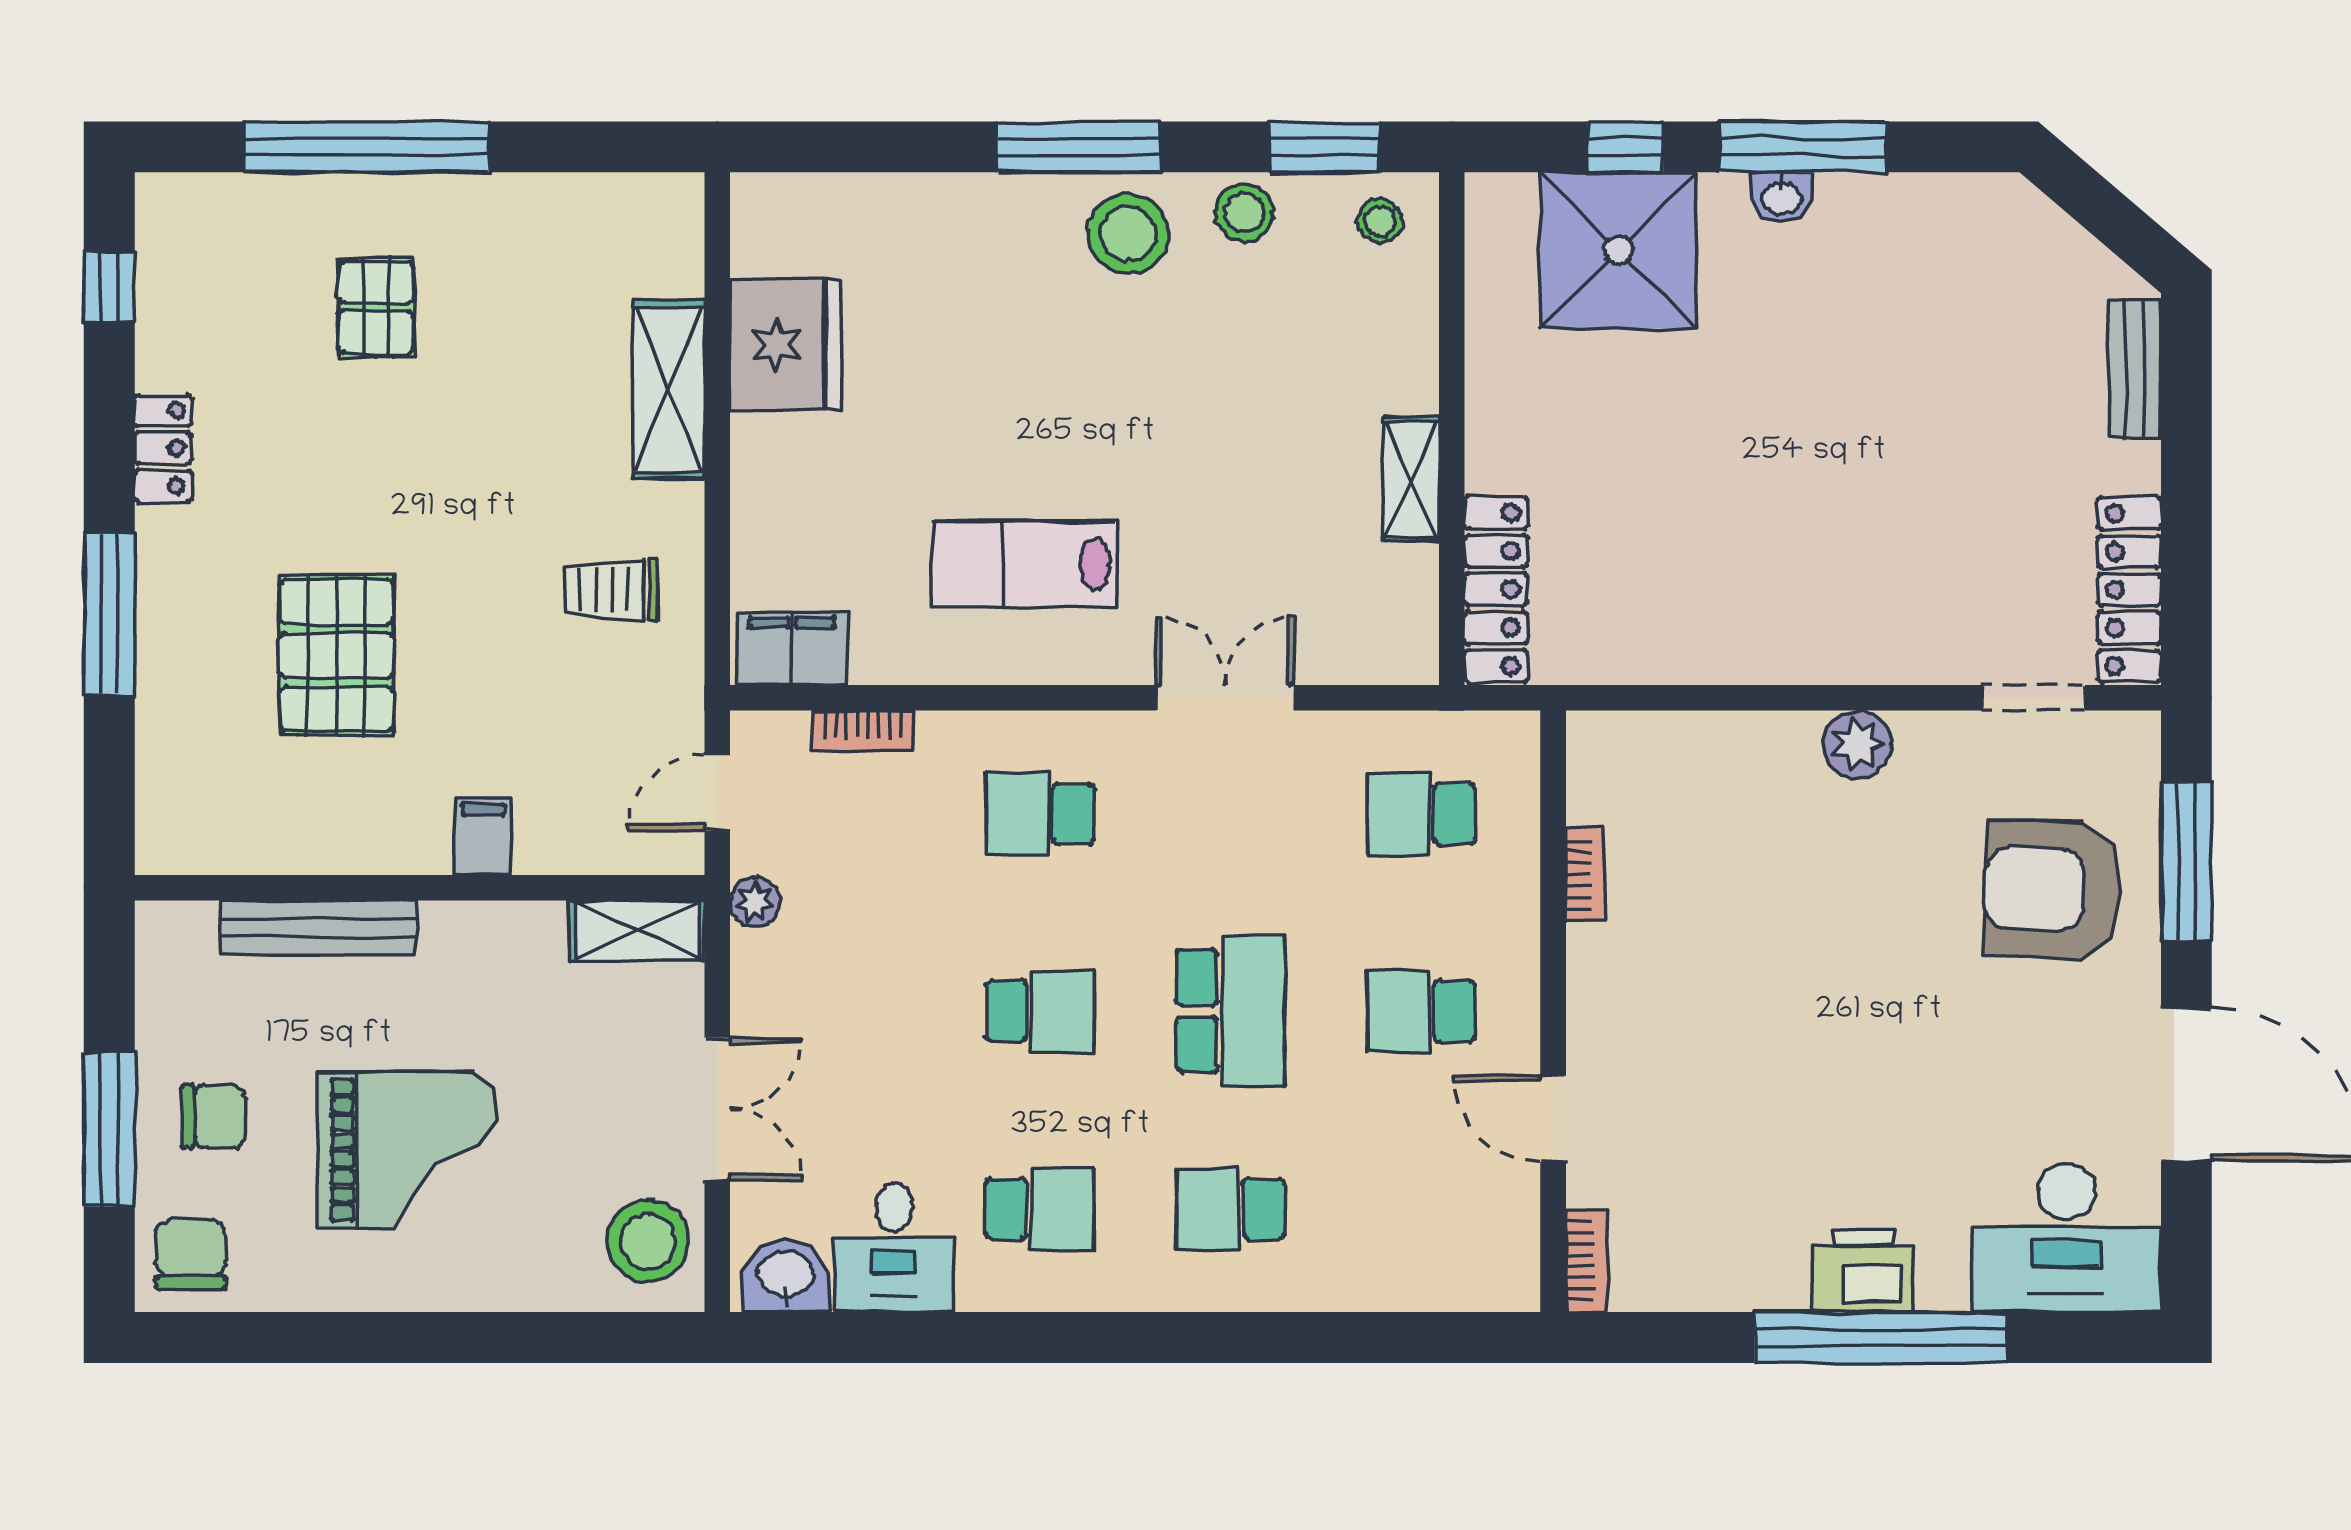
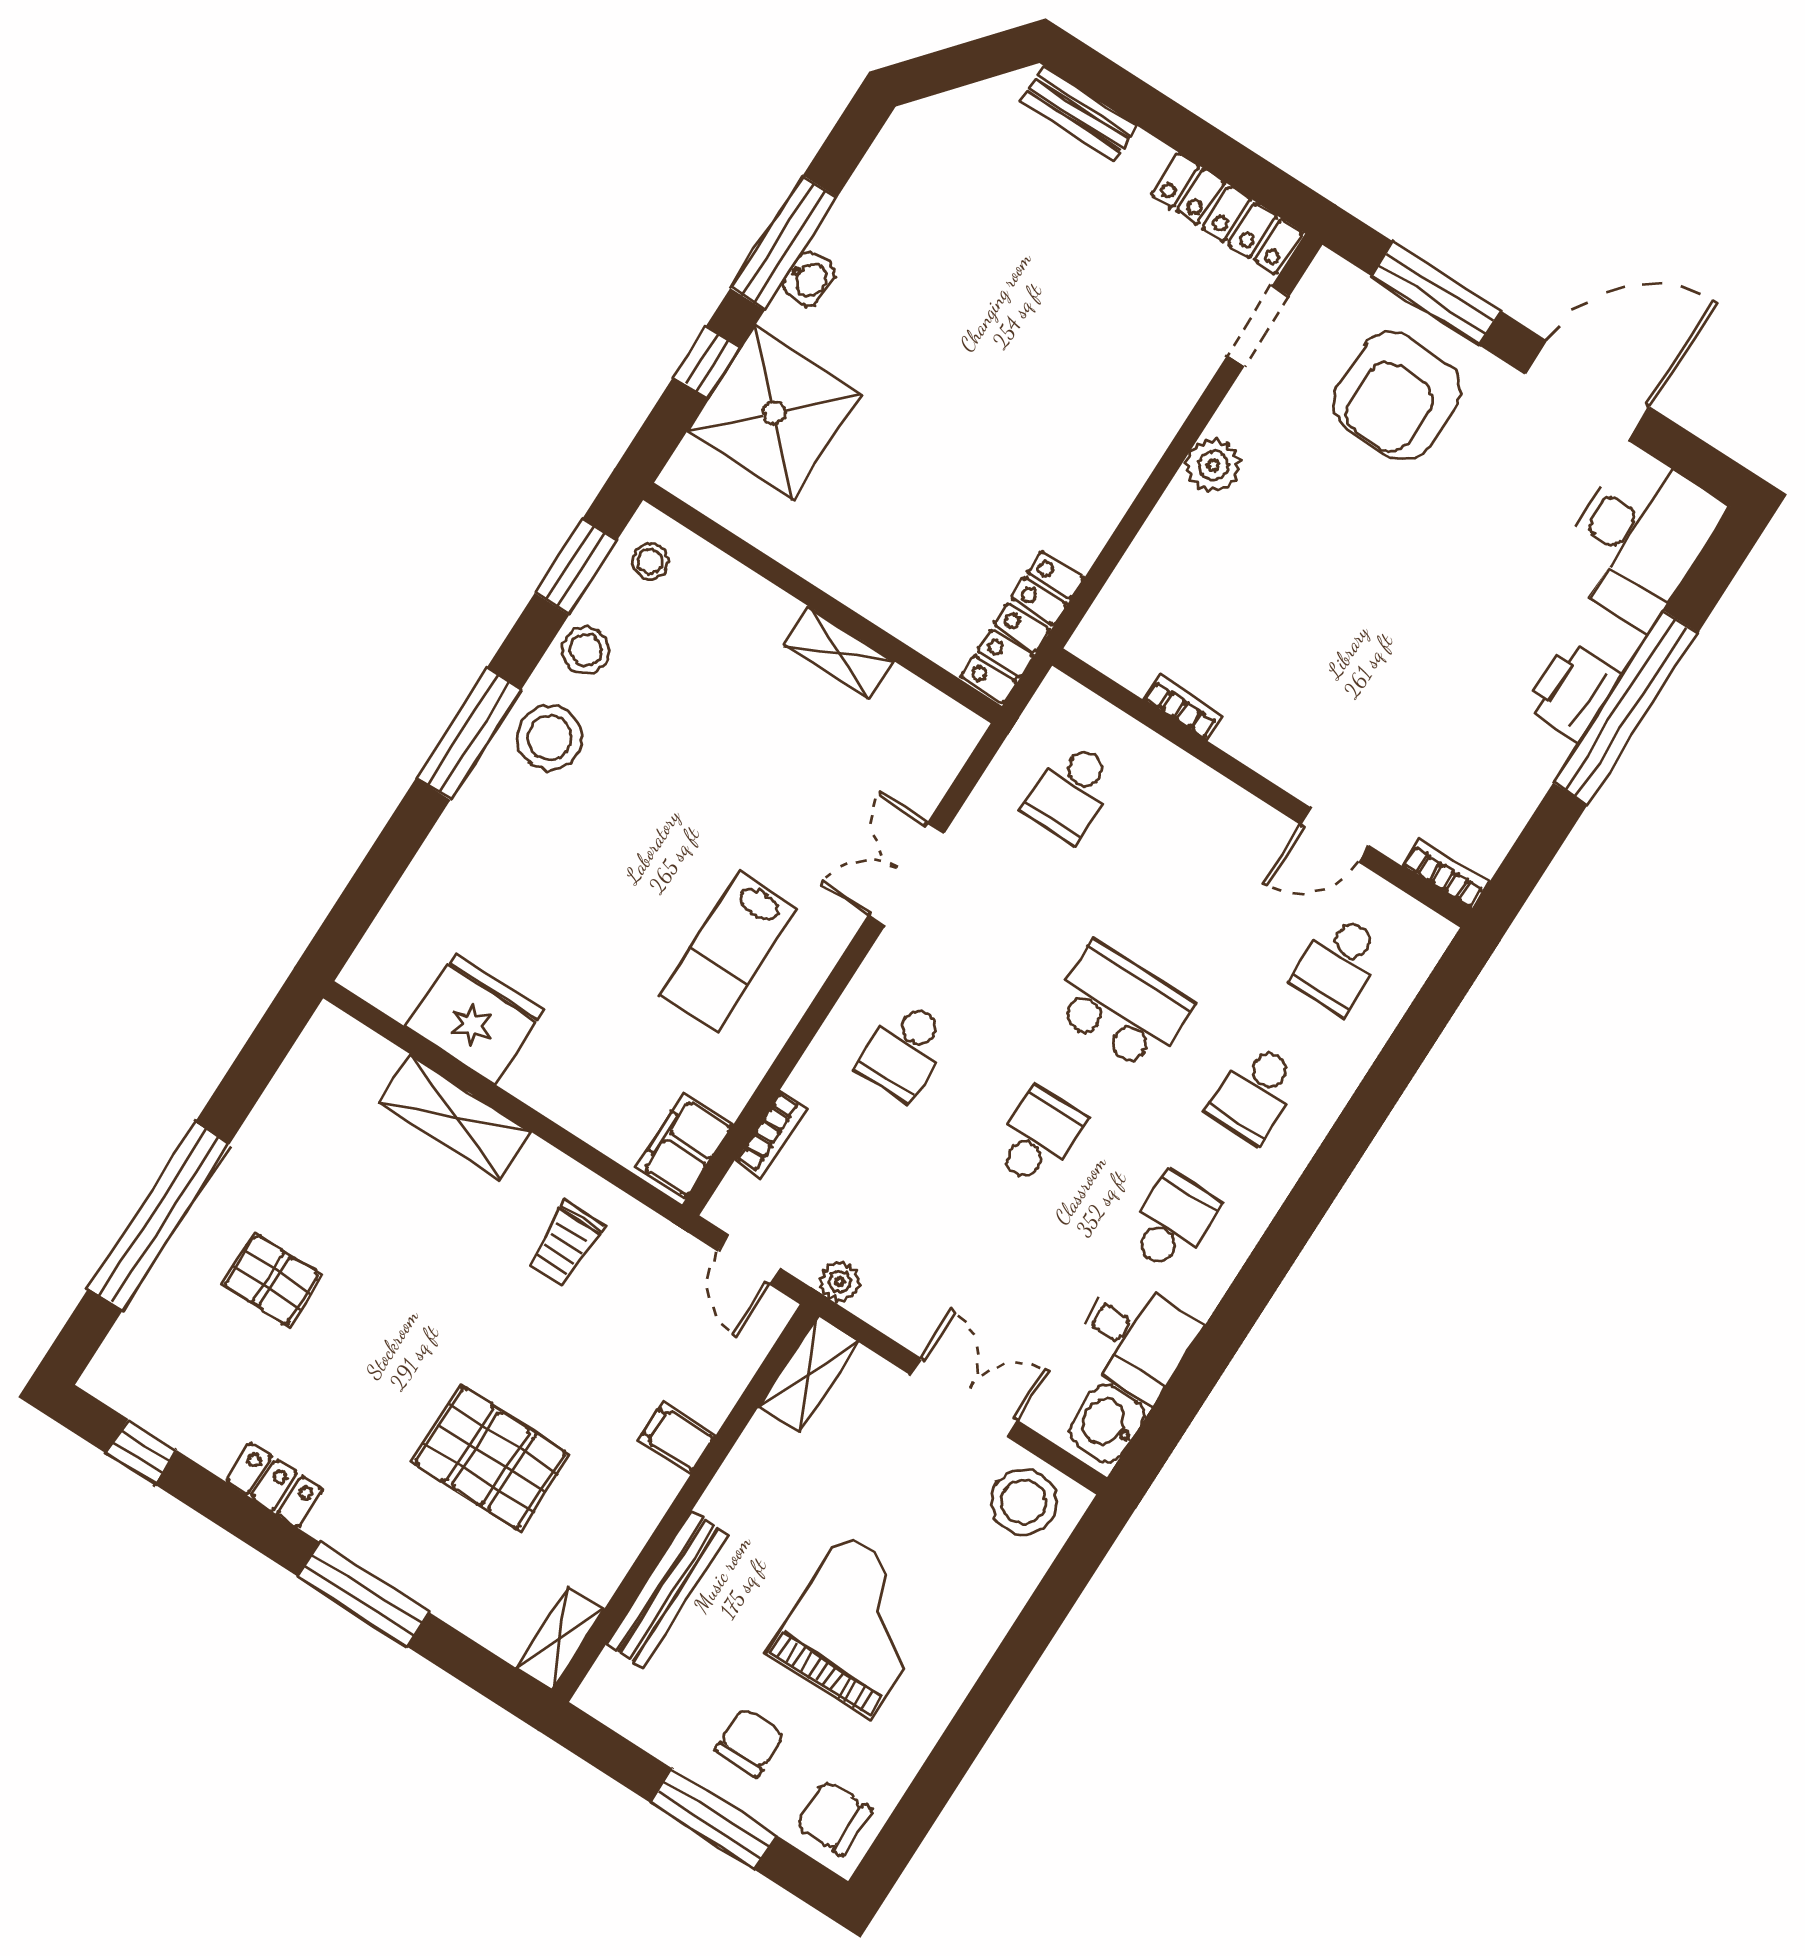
locker: (1496, 589) -> (1022, 627), moved, turned -90
shelving: (194, 848) -> (559, 1639), added
school desk: (1421, 1011) -> (1338, 964), moved

